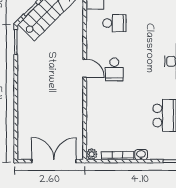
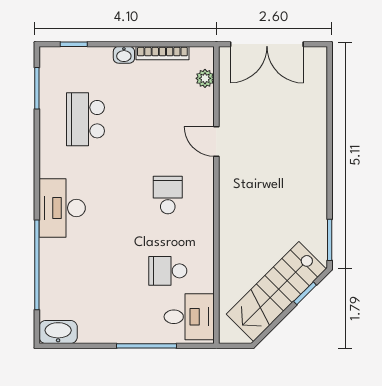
door: (85, 68) -> (216, 142), moved
plant: (92, 154) -> (205, 78), moved

